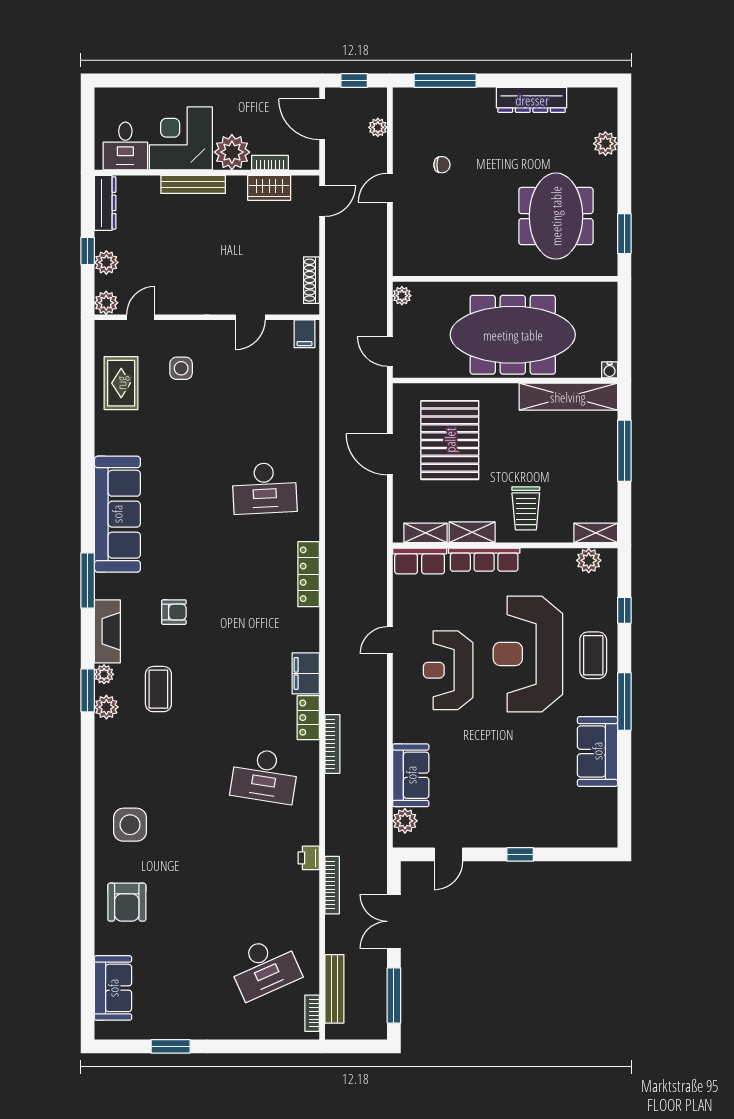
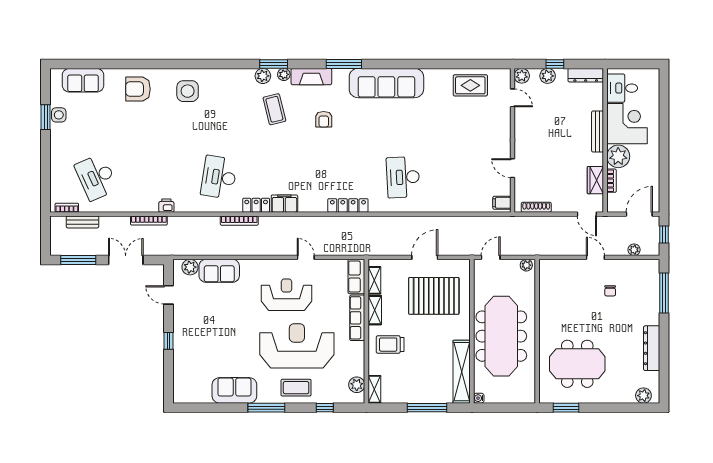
plant: (605, 144) -> (643, 396), moved
side table: (181, 368) -> (59, 115), moved
coffee table: (158, 689) -> (274, 109), turned 76
bench: (334, 989) -> (83, 222), width x0.73

